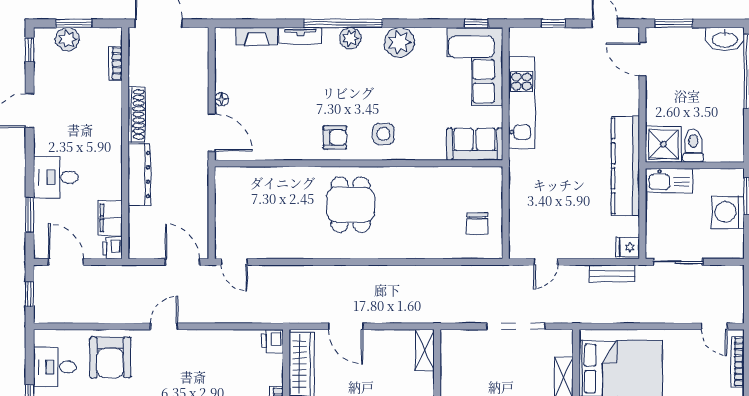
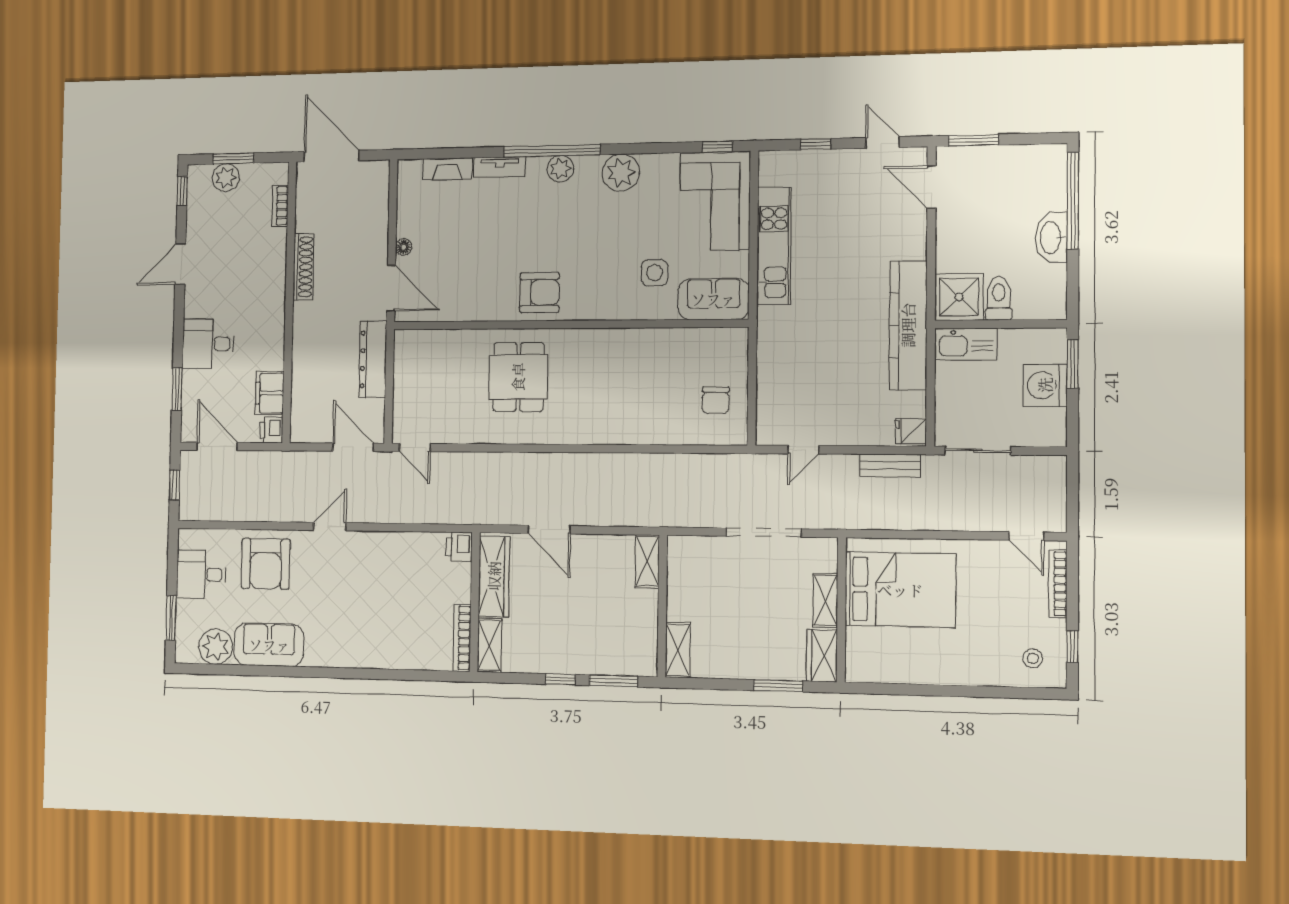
washbasin: (725, 39) -> (1051, 237), moved, turned 90
side table: (383, 134) -> (654, 273), moved
armchair: (335, 137) -> (539, 293), width x1.38, depth x1.38
dresser: (139, 175) -> (373, 359), moved, turned 180
dining table: (351, 205) -> (518, 377), moved

